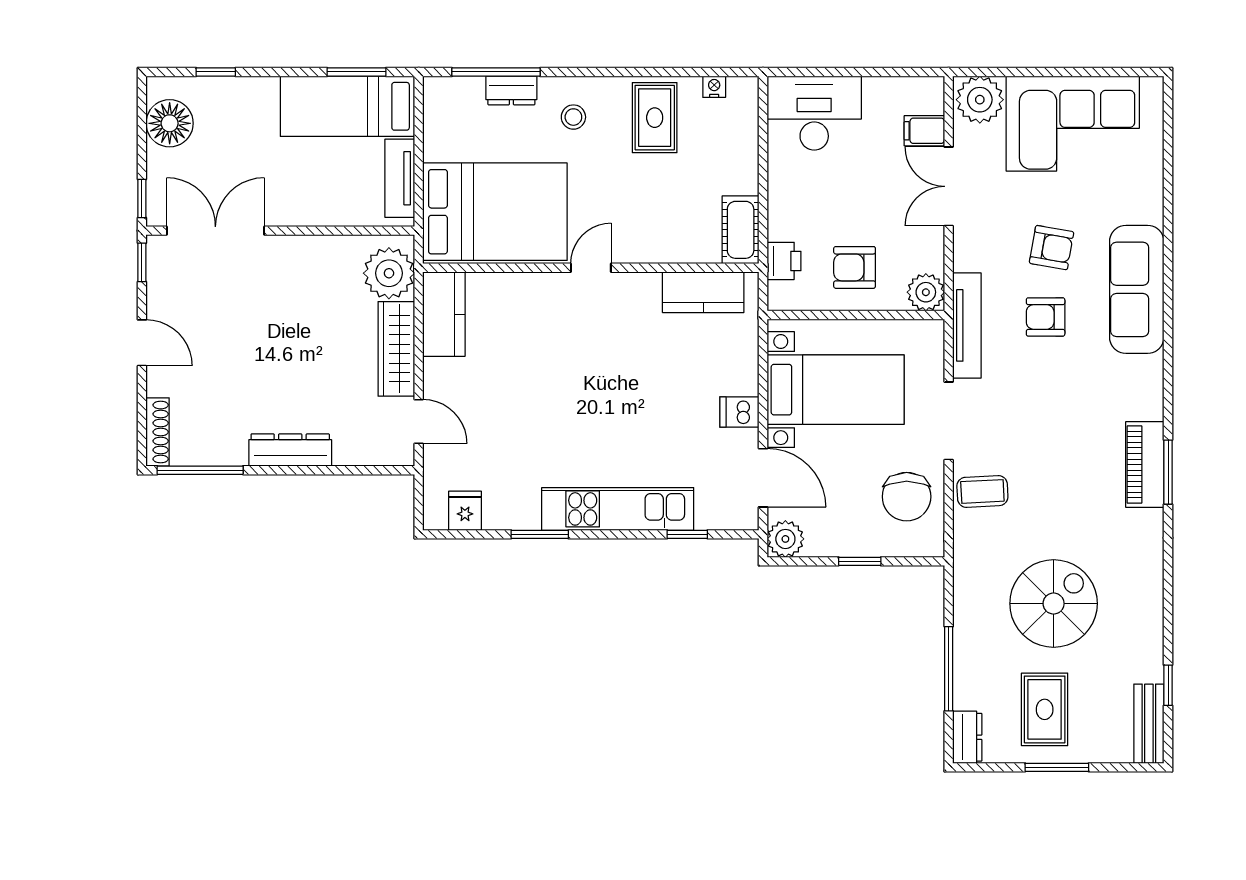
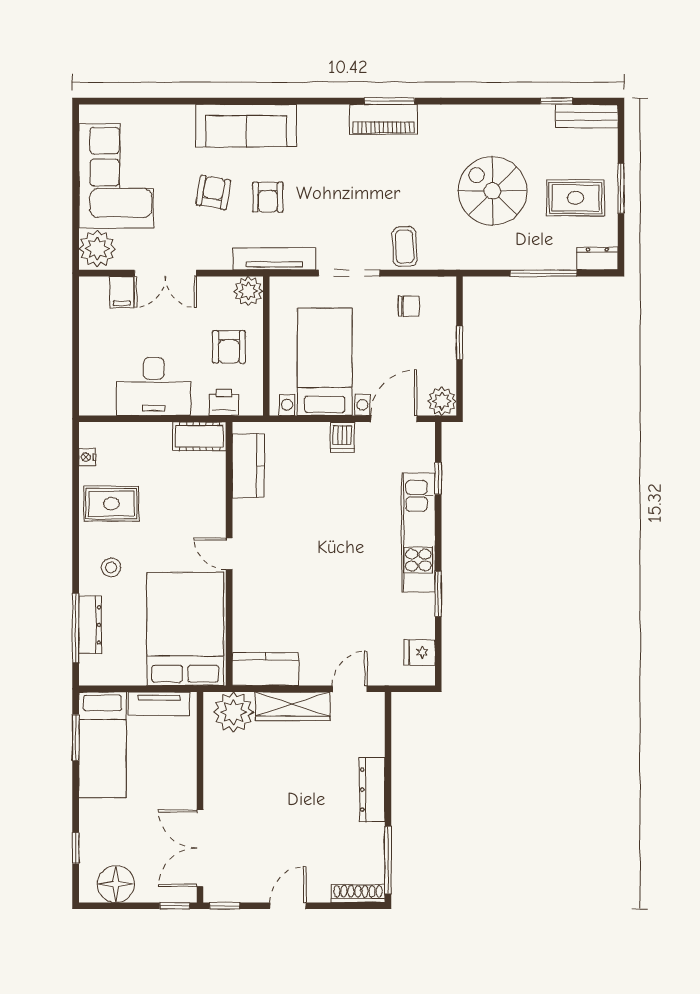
dresser: (511, 90) -> (90, 625), width x1.44
desk: (814, 113) -> (154, 387), moved, turned -90
chair: (907, 497) -> (409, 306), width x0.54, depth x0.54

